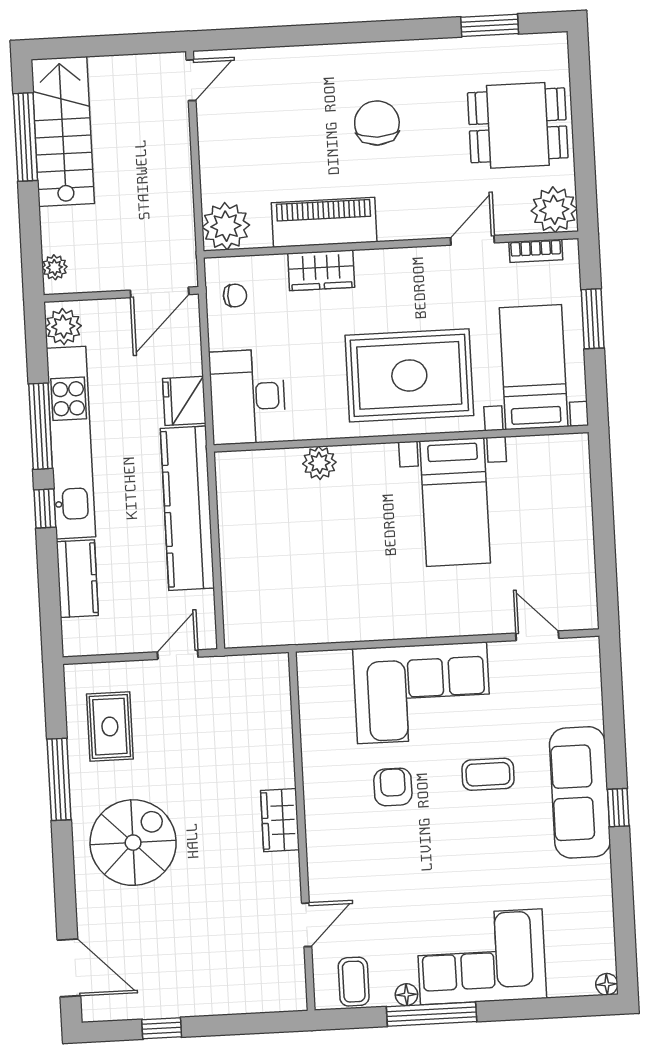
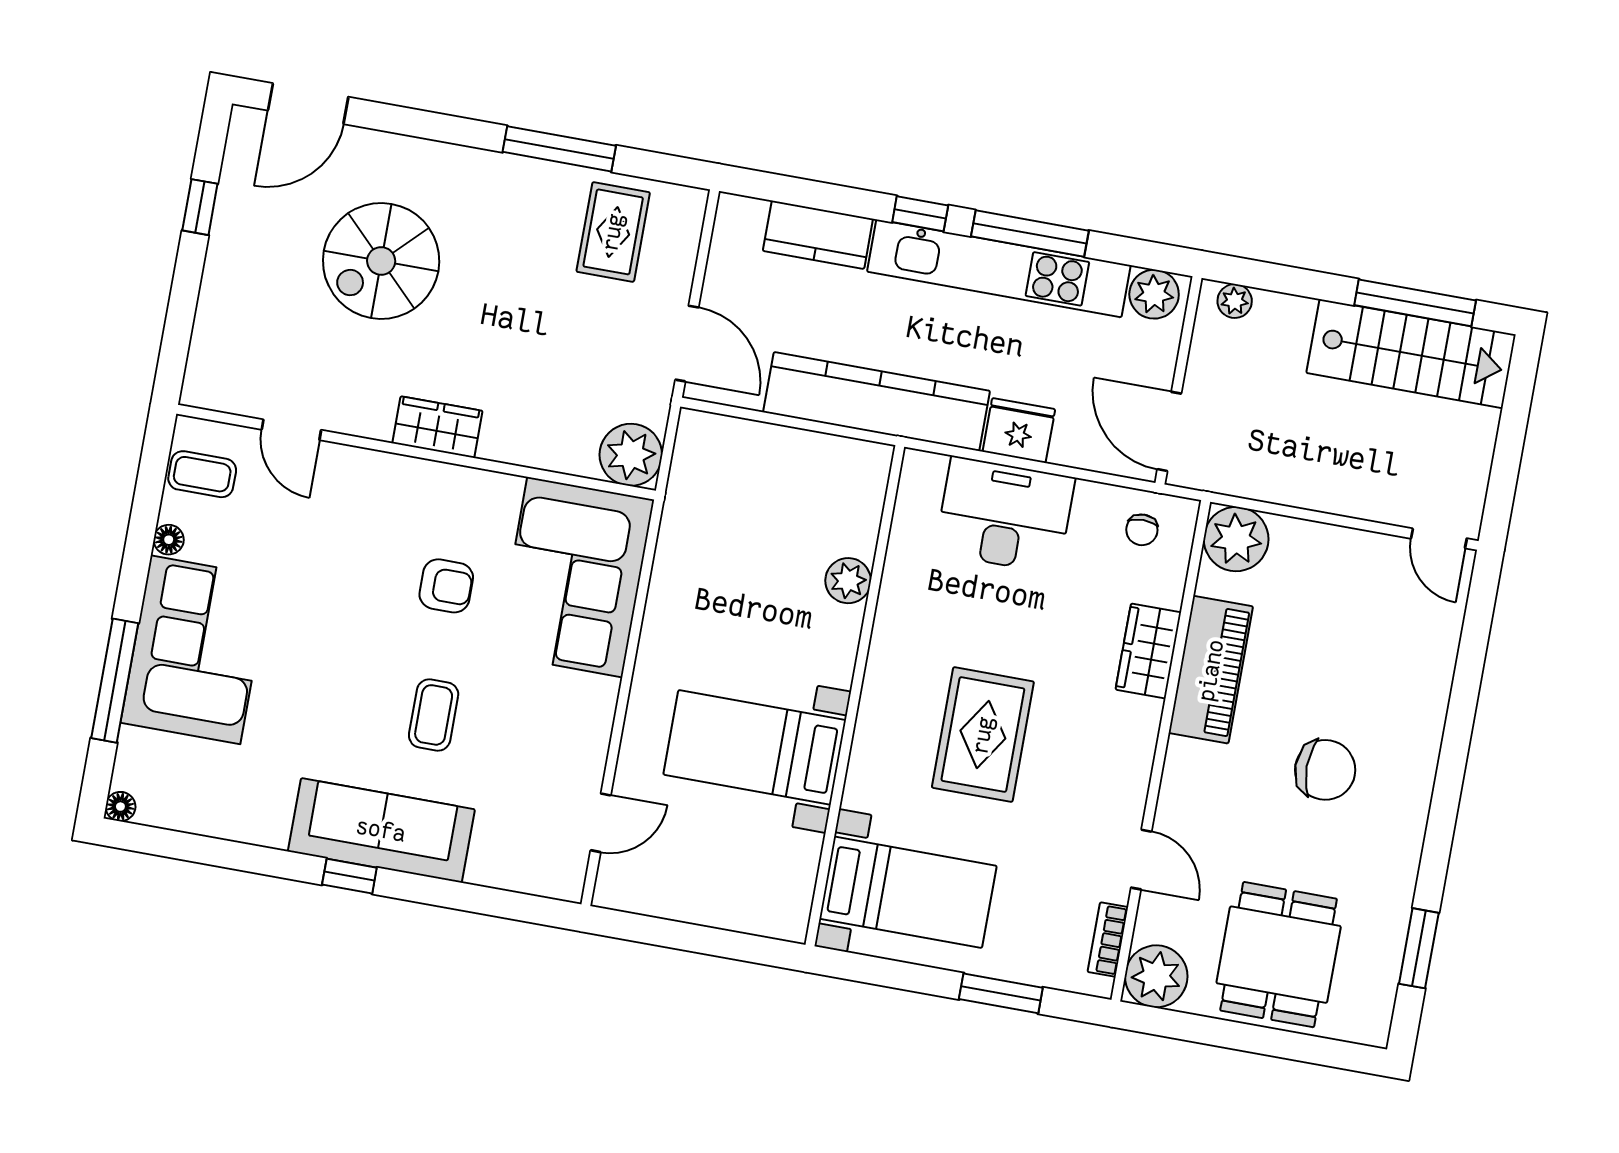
bed with nightstands: (534, 367) -> (908, 892), moved
rug: (409, 375) -> (983, 735), width x0.73, depth x0.69
wall: (401, 439) -> (855, 696), moved
plant: (319, 463) -> (848, 581), moved
bed with nightstands: (455, 502) -> (755, 747), moved
door: (178, 655) -> (687, 344), width x1.38
plant: (267, 676) -> (631, 455), added
corner sofa: (422, 693) -> (575, 577), moved
rug: (110, 727) -> (613, 232), turned 90
spiral stairs: (133, 843) -> (381, 261), moved, turned 90
window: (432, 1014) -> (115, 681), moved

